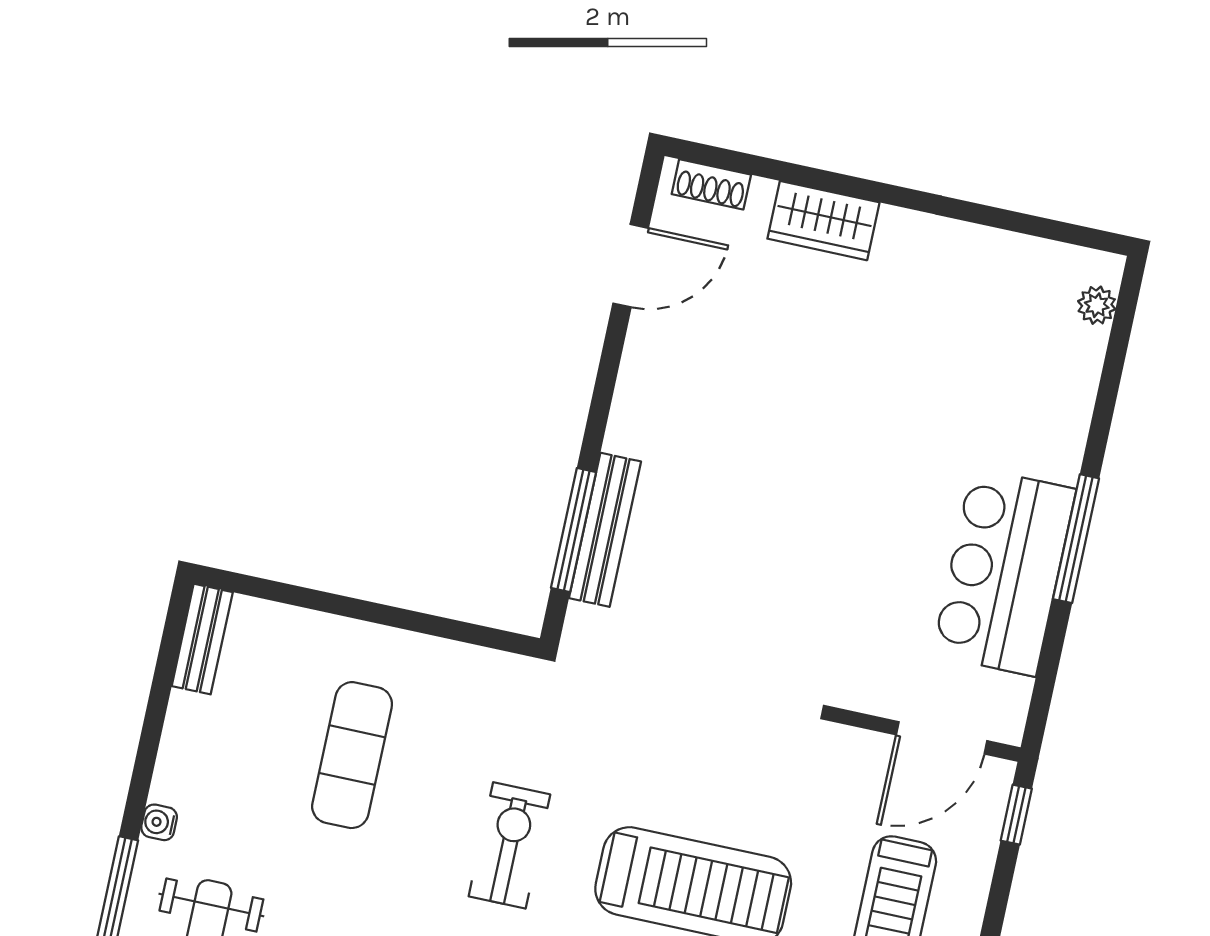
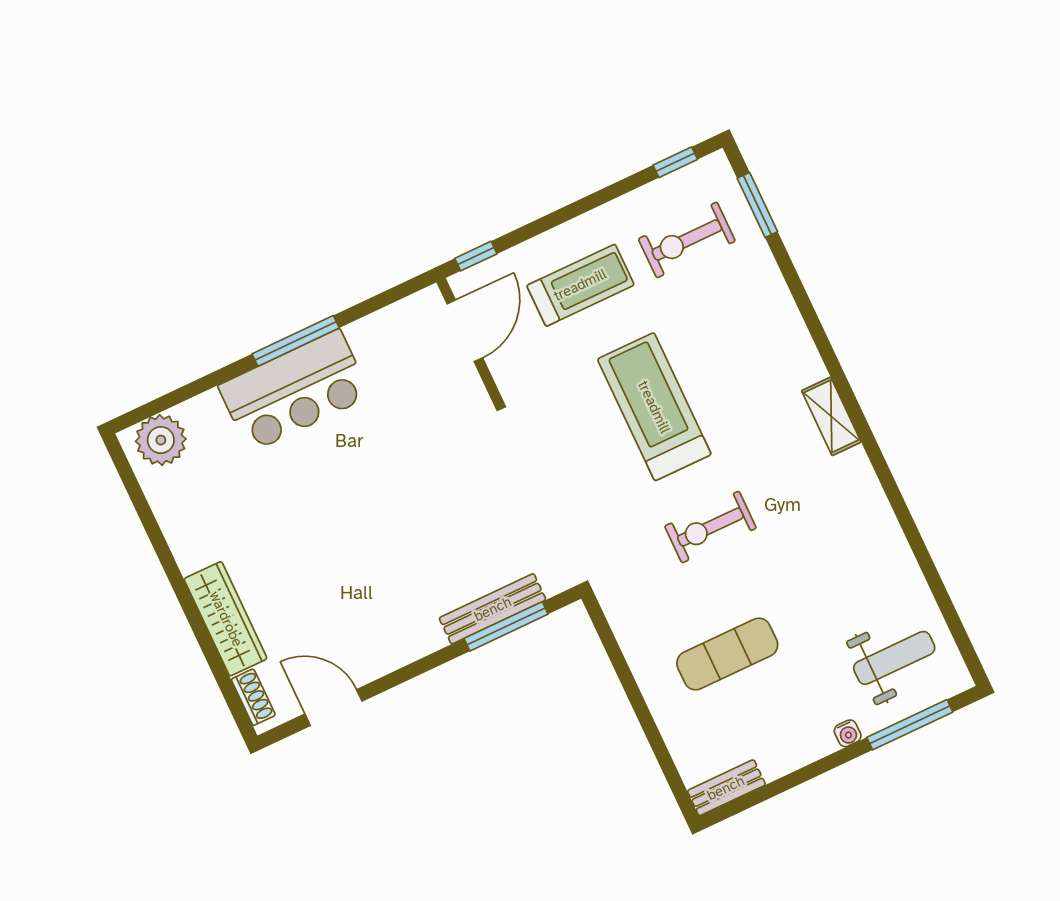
wardrobe: (823, 221) -> (226, 619), width x1.50
plant: (1097, 305) -> (161, 440), width x1.87, depth x1.87
bar counter: (1004, 572) -> (294, 391), moved
door: (942, 738) -> (465, 331), hinge flipped

